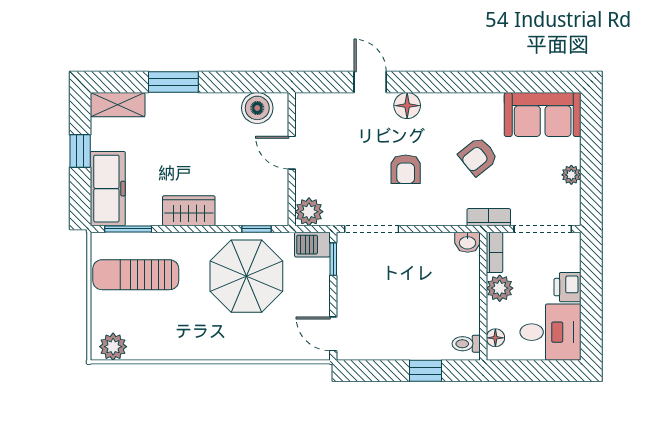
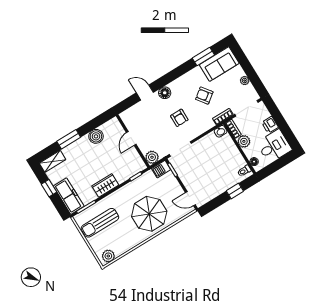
window: (522, 82) -> (203, 56), added
boiler: (257, 108) -> (96, 136), moved
door: (292, 153) -> (131, 138), hinge flipped
armchair: (478, 156) -> (204, 96), turned 92
parasol: (246, 276) -> (149, 214), moved

